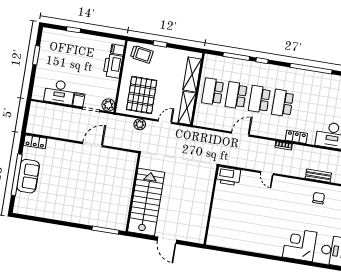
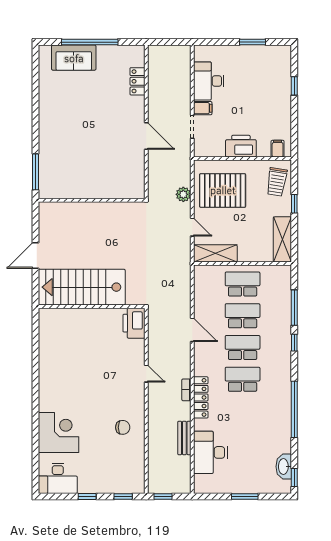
printer: (113, 66) -> (241, 146), moved
shelving: (192, 74) -> (282, 239), moved, turned 90
plant: (108, 105) -> (202, 149), removed
locker: (296, 137) -> (201, 397), width x1.53
locker: (35, 142) -> (137, 81), moved
door: (267, 173) -> (146, 374), swing flipped
sofa: (28, 176) -> (74, 58), moved
bench: (318, 176) -> (184, 438), moved
chair: (319, 198) -> (123, 427), moved
stairs: (146, 202) -> (82, 287), moved, turned 180

